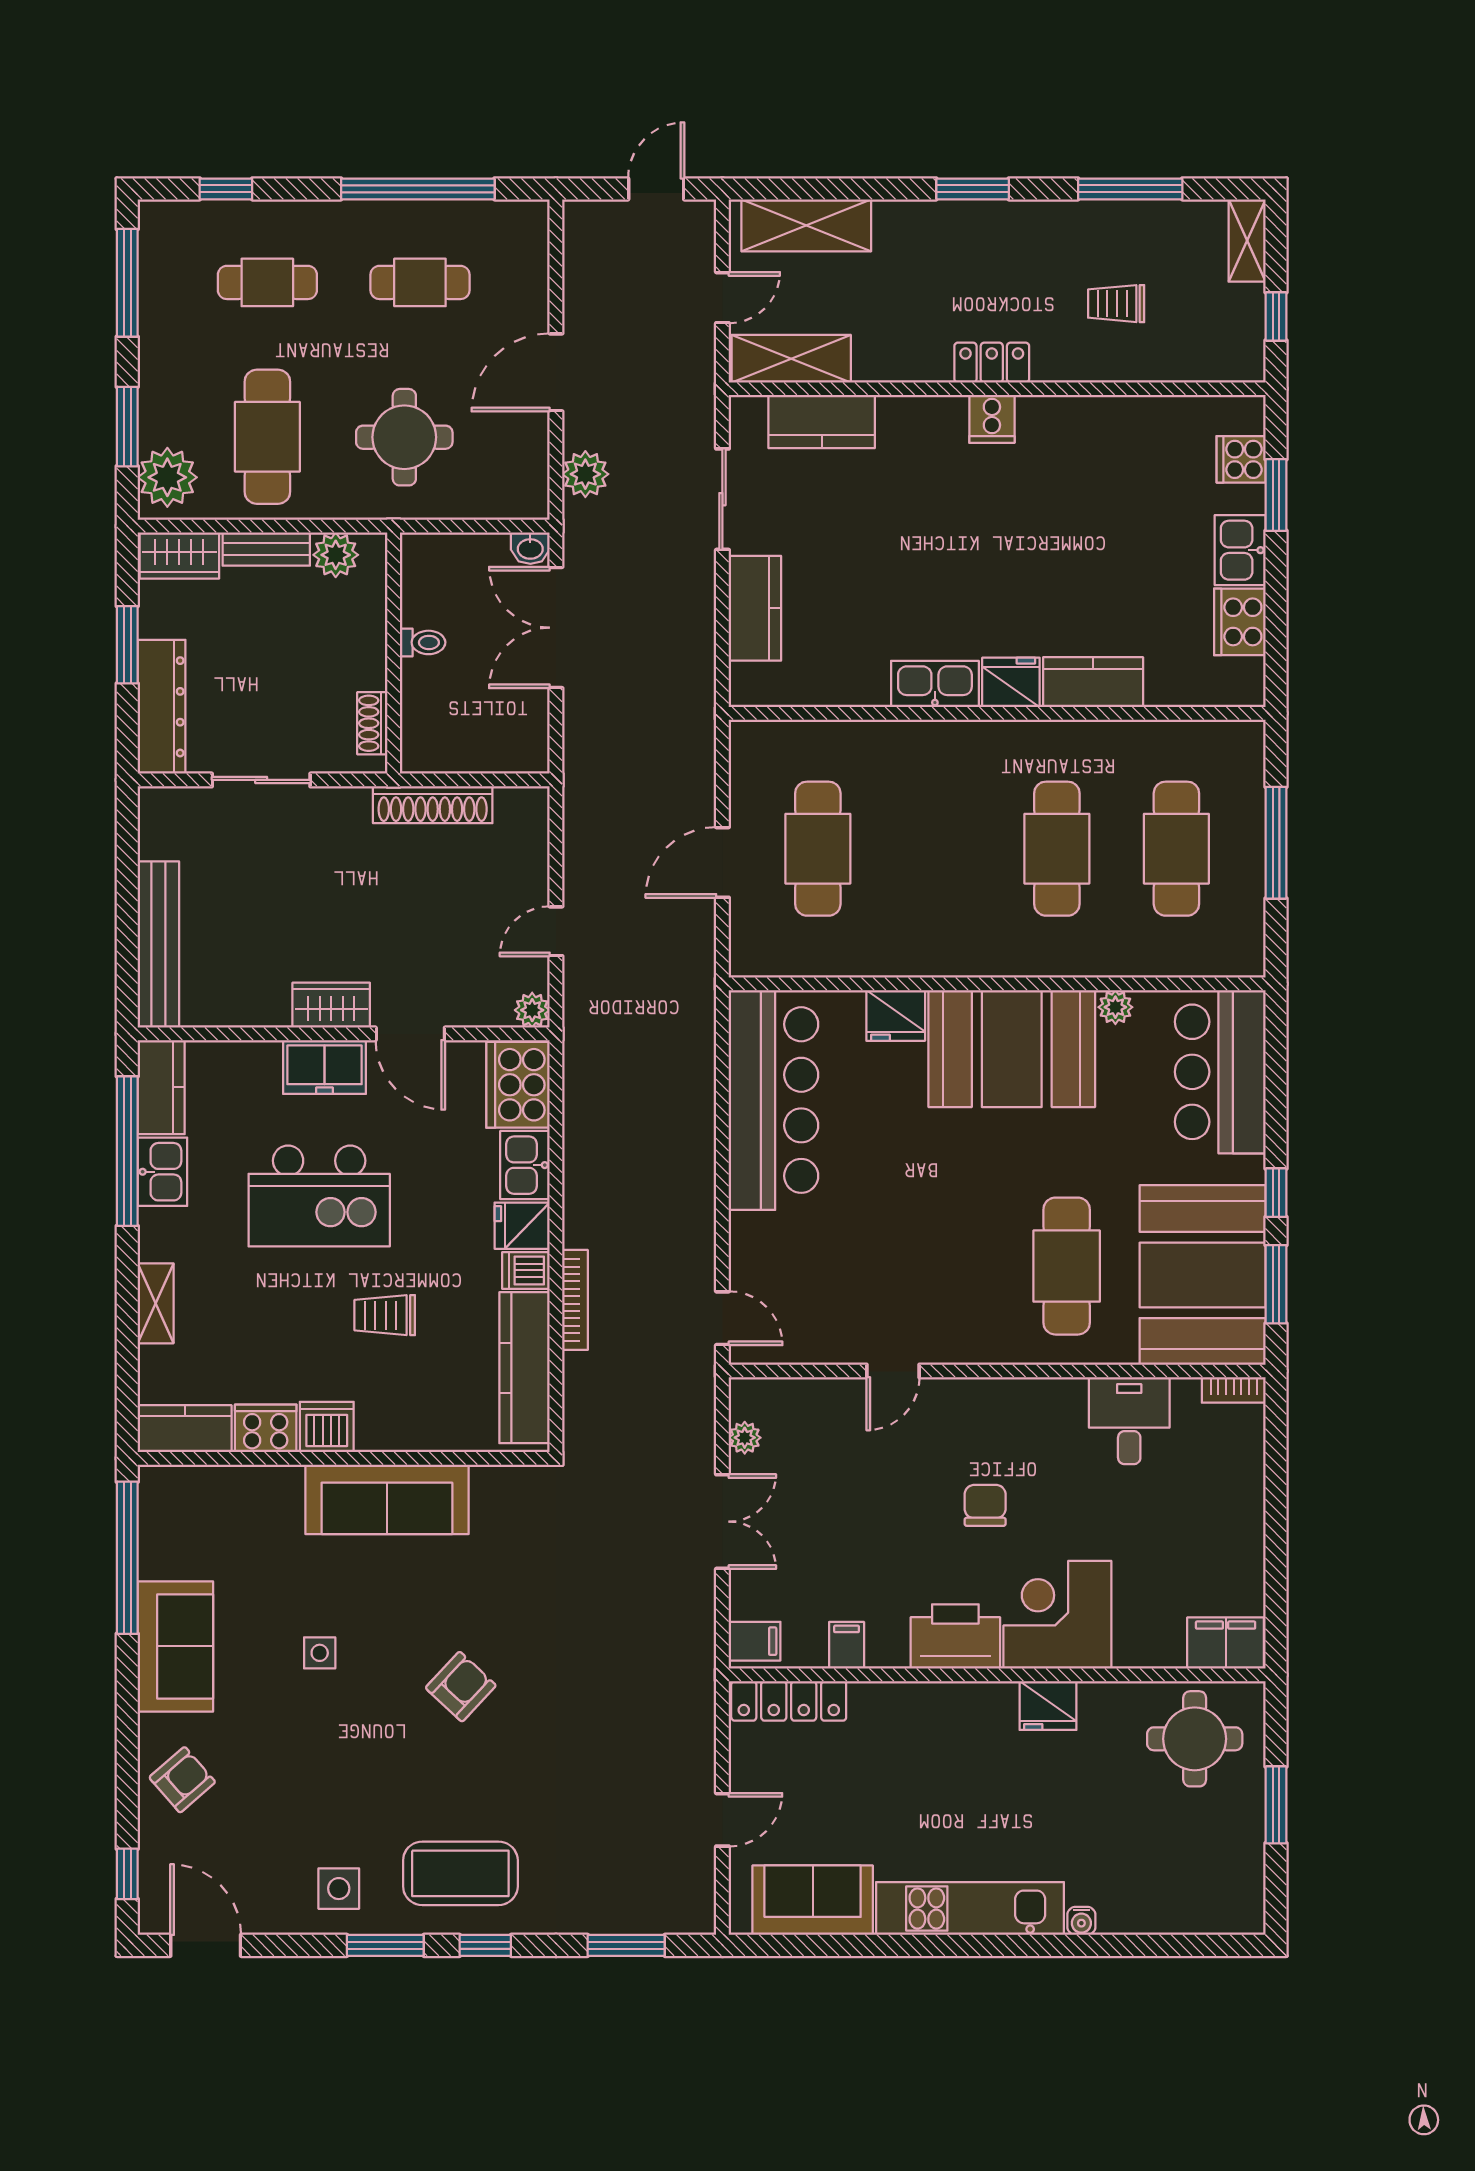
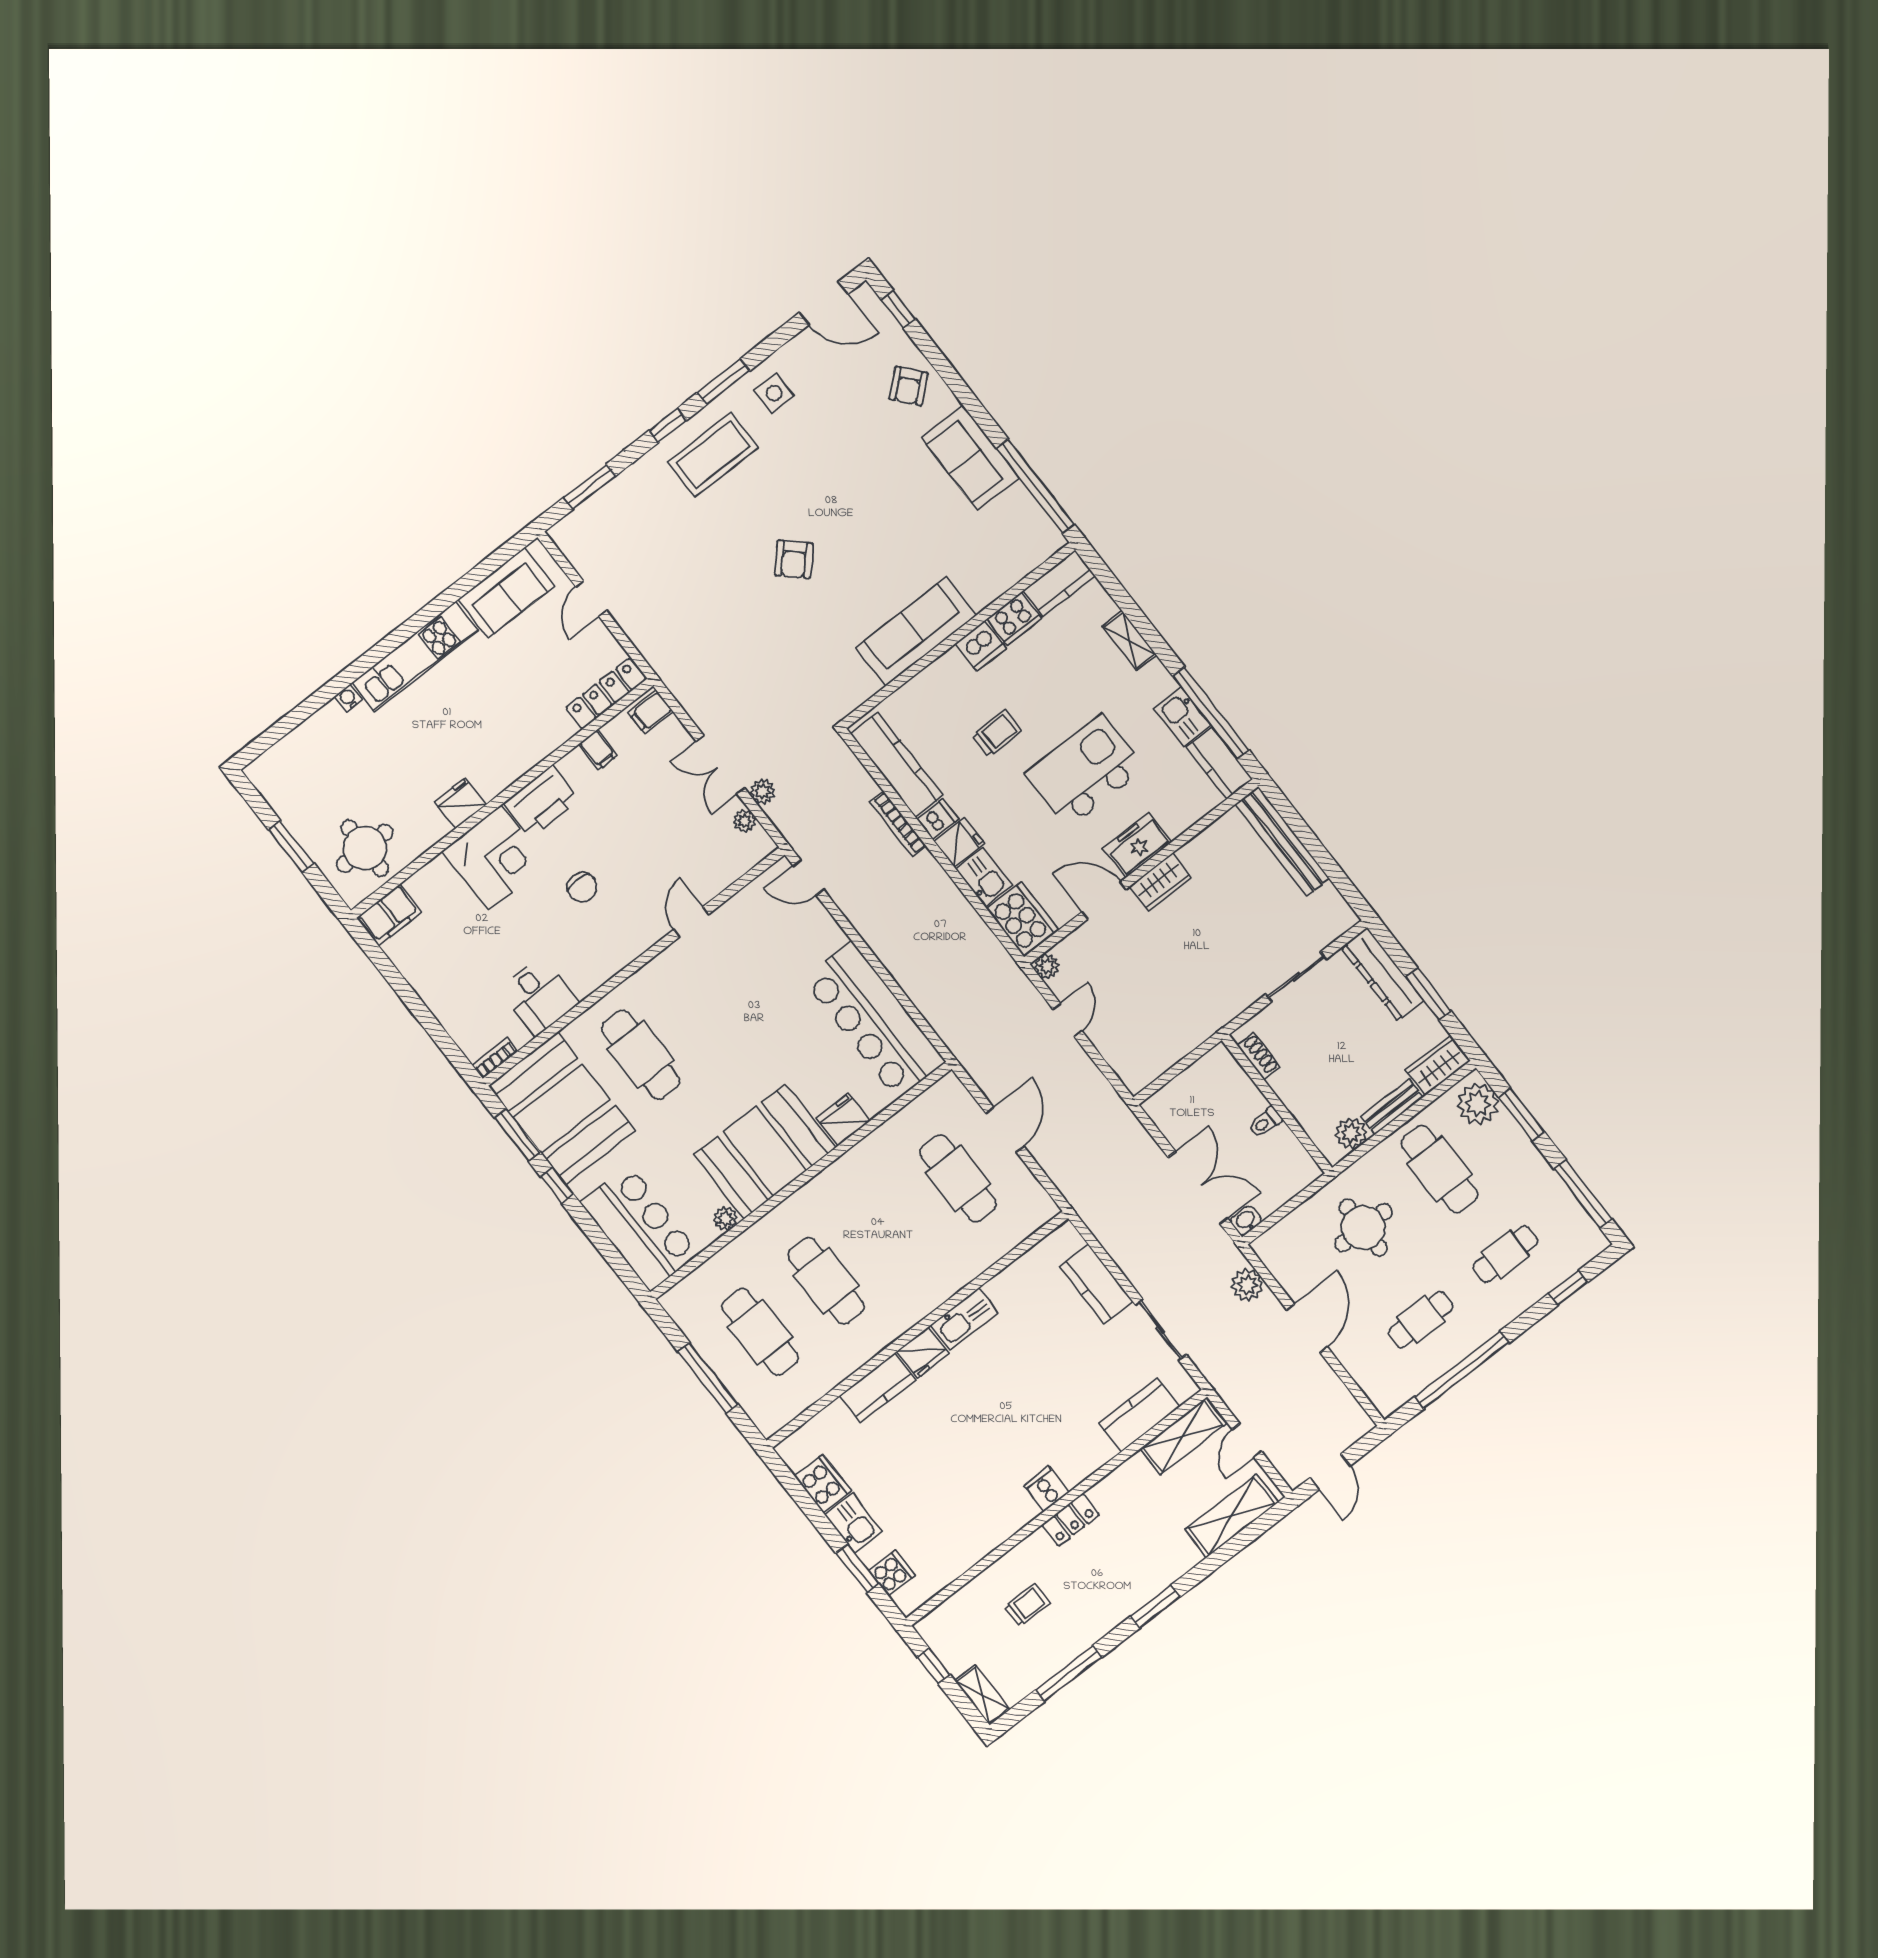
shoe rack: (433, 805) -> (1190, 1037), removed
plant: (699, 1455) -> (763, 792), added
side table: (320, 1653) -> (887, 517), removed

